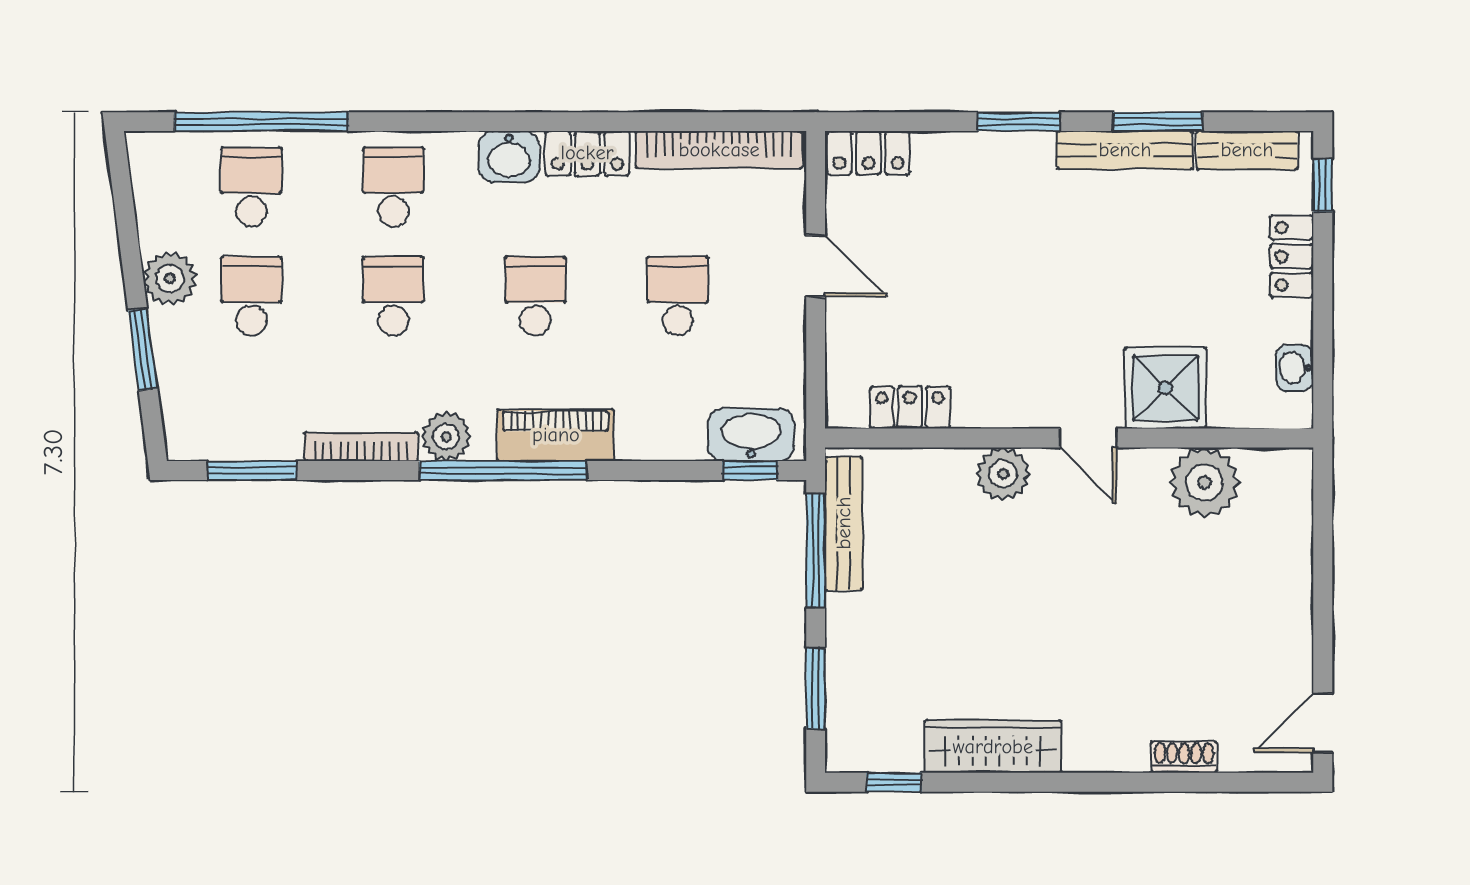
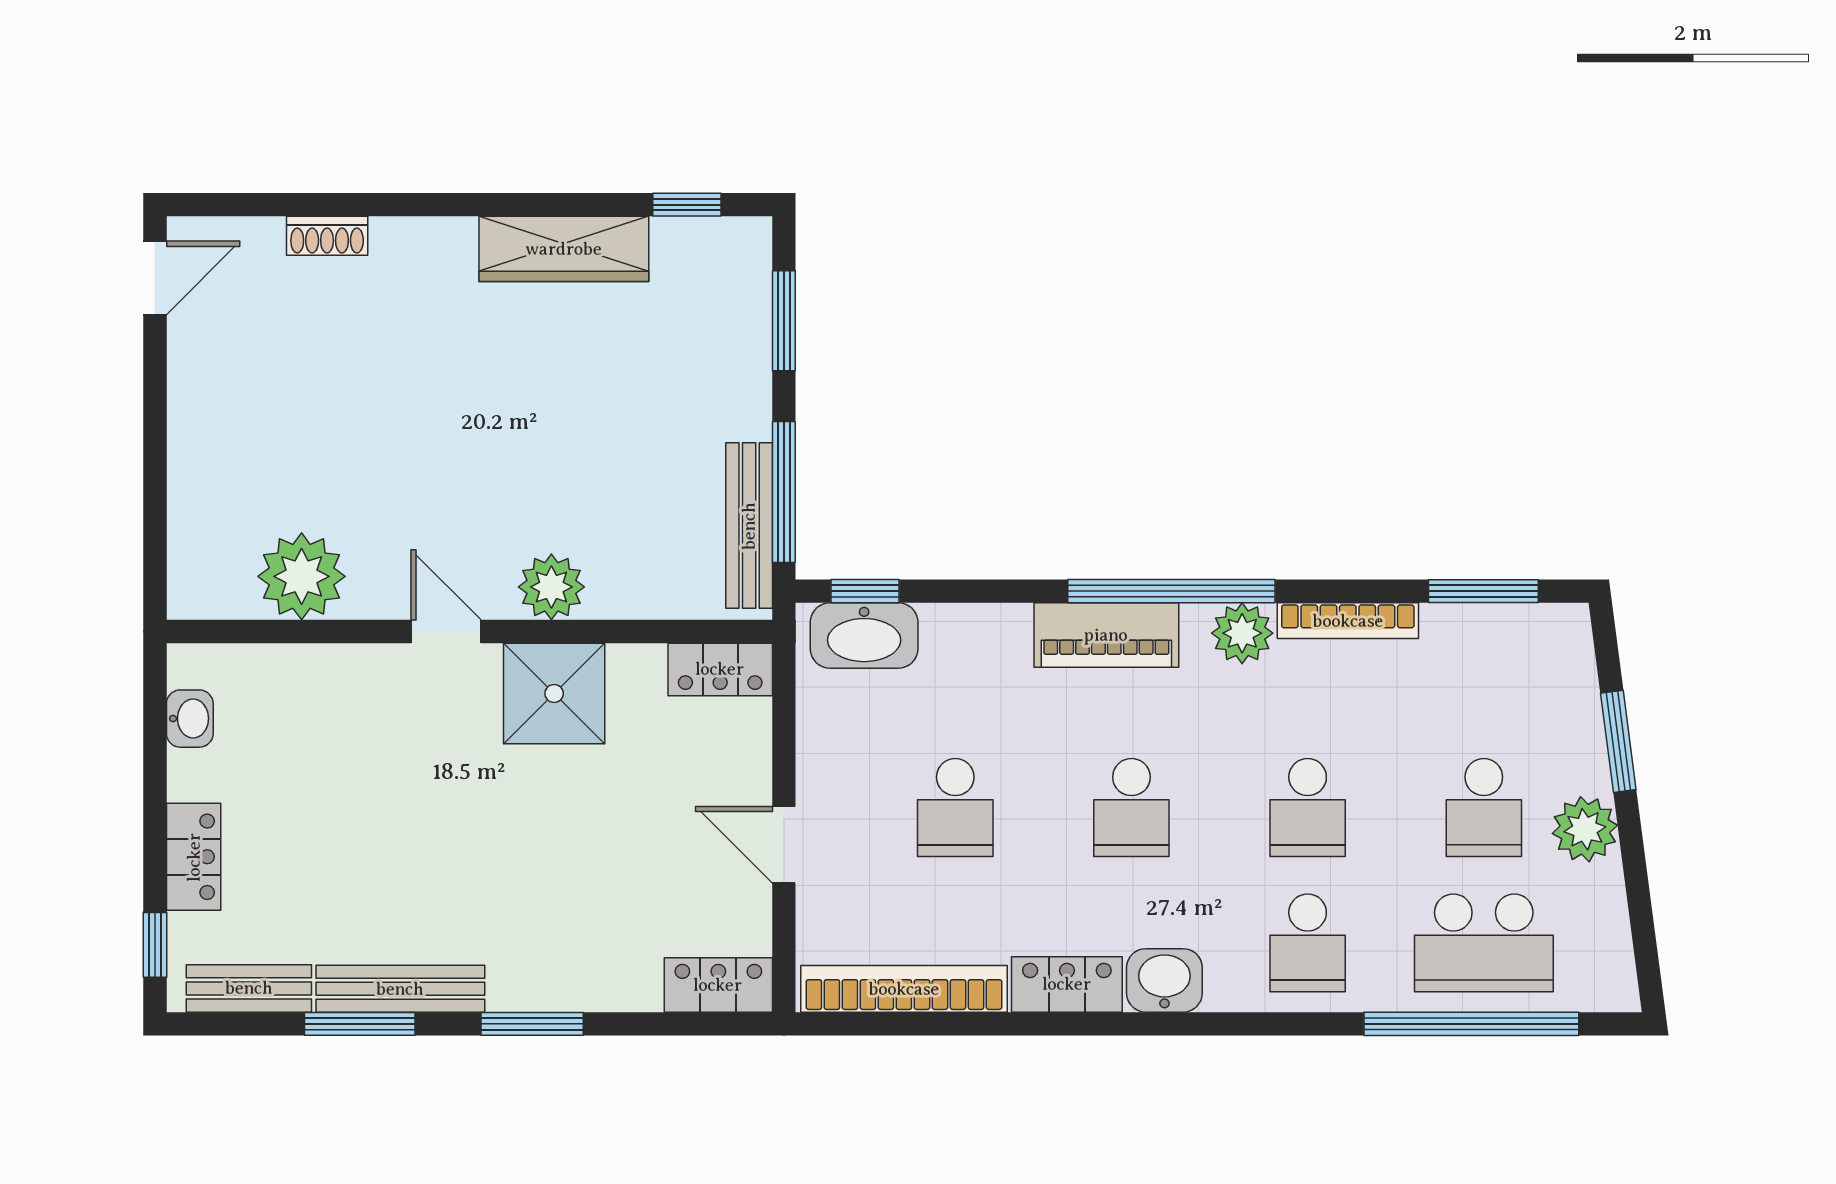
school desk: (251, 187) -> (1484, 943), width x1.85
shower: (1165, 388) -> (554, 693), moved
locker: (910, 407) -> (720, 669), moved

